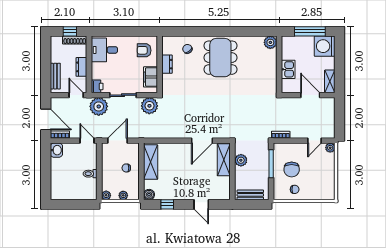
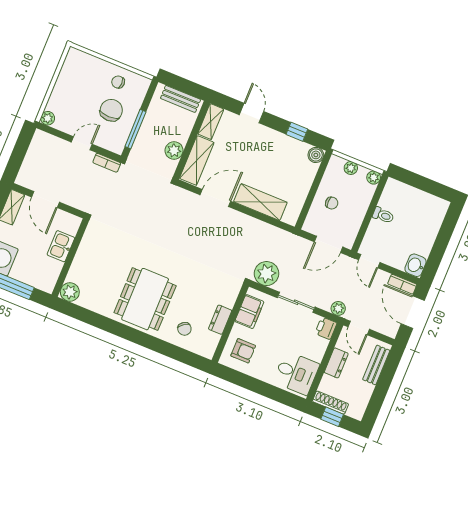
plant: (99, 106) -> (338, 308), width x0.53, depth x0.53
door: (314, 141) -> (82, 143), moved
shelving: (151, 162) -> (260, 202), moved, turned 90
shelving: (225, 188) -> (211, 122), added

